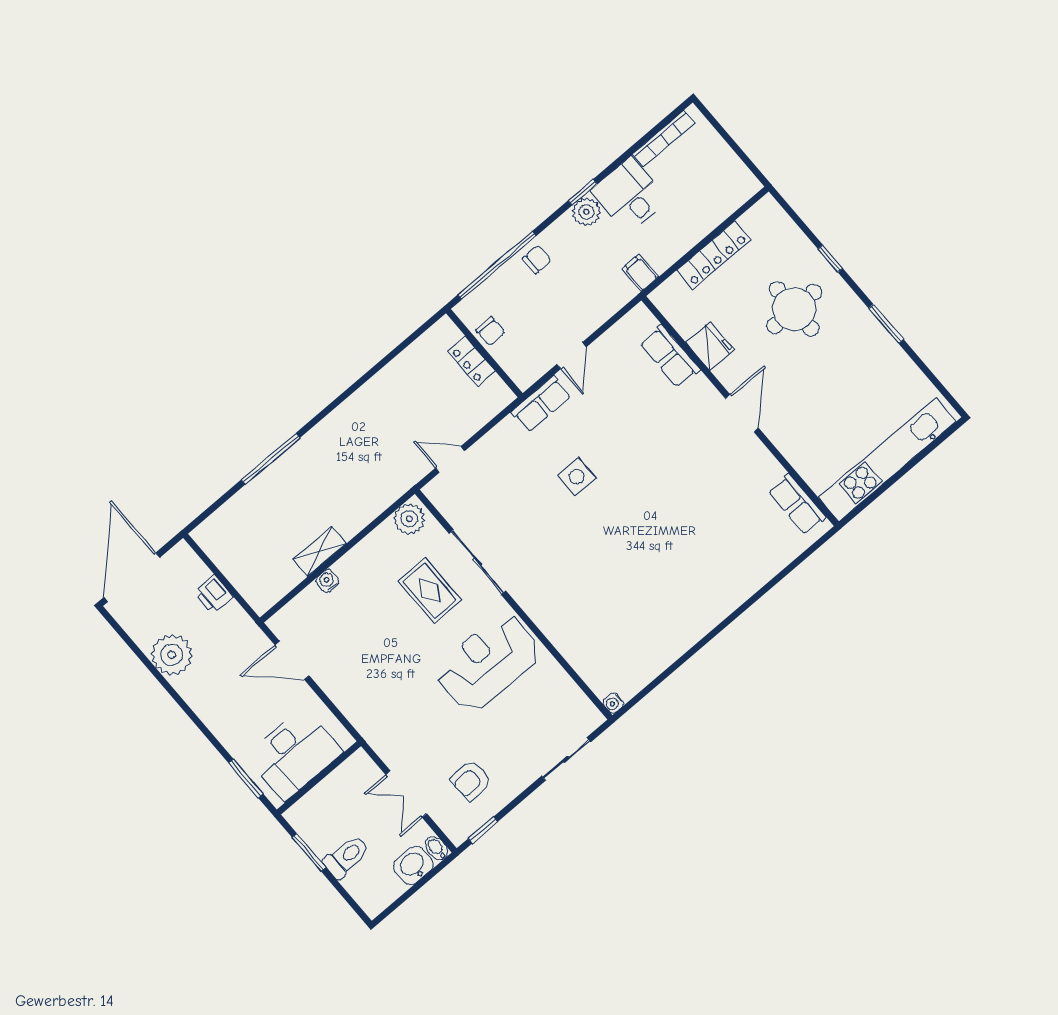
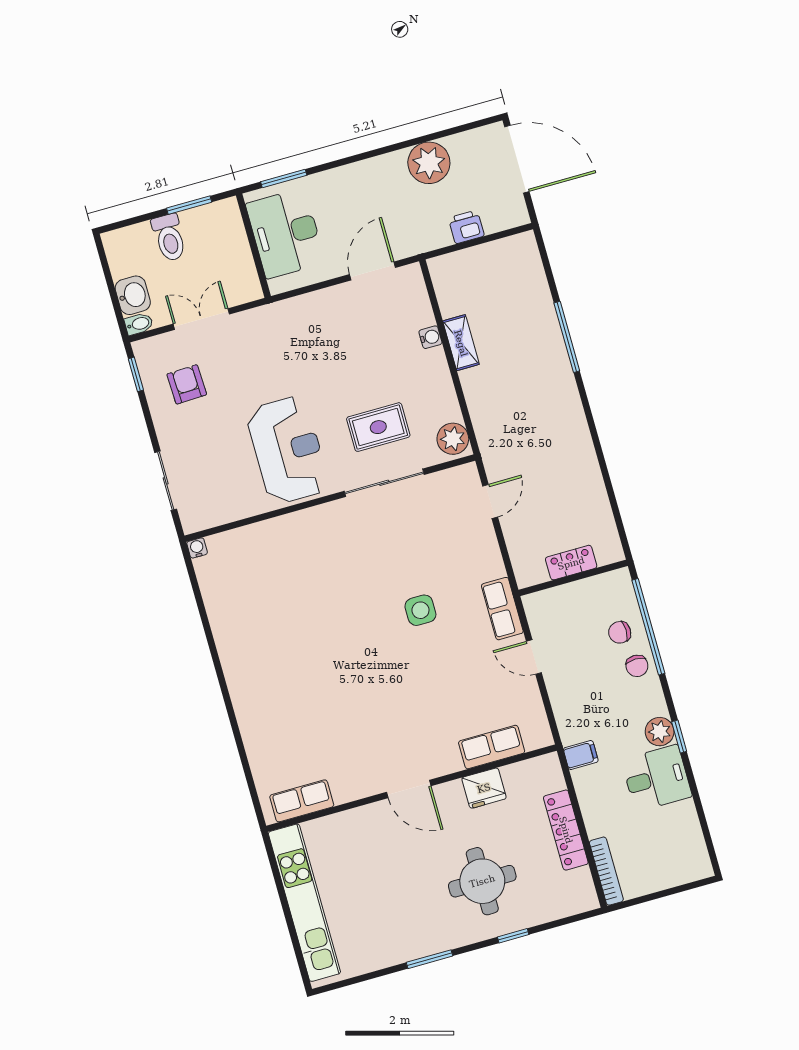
bookcase: (664, 139) -> (606, 871), moved, turned 180
chair: (490, 331) -> (620, 632), moved

